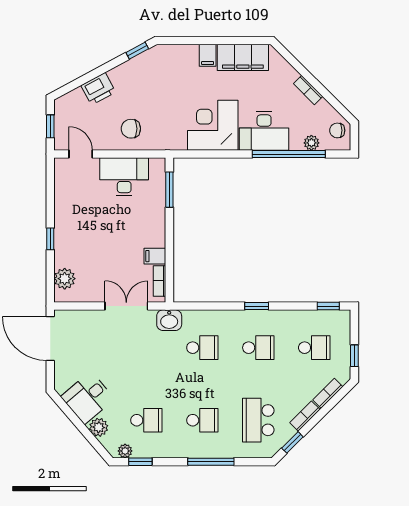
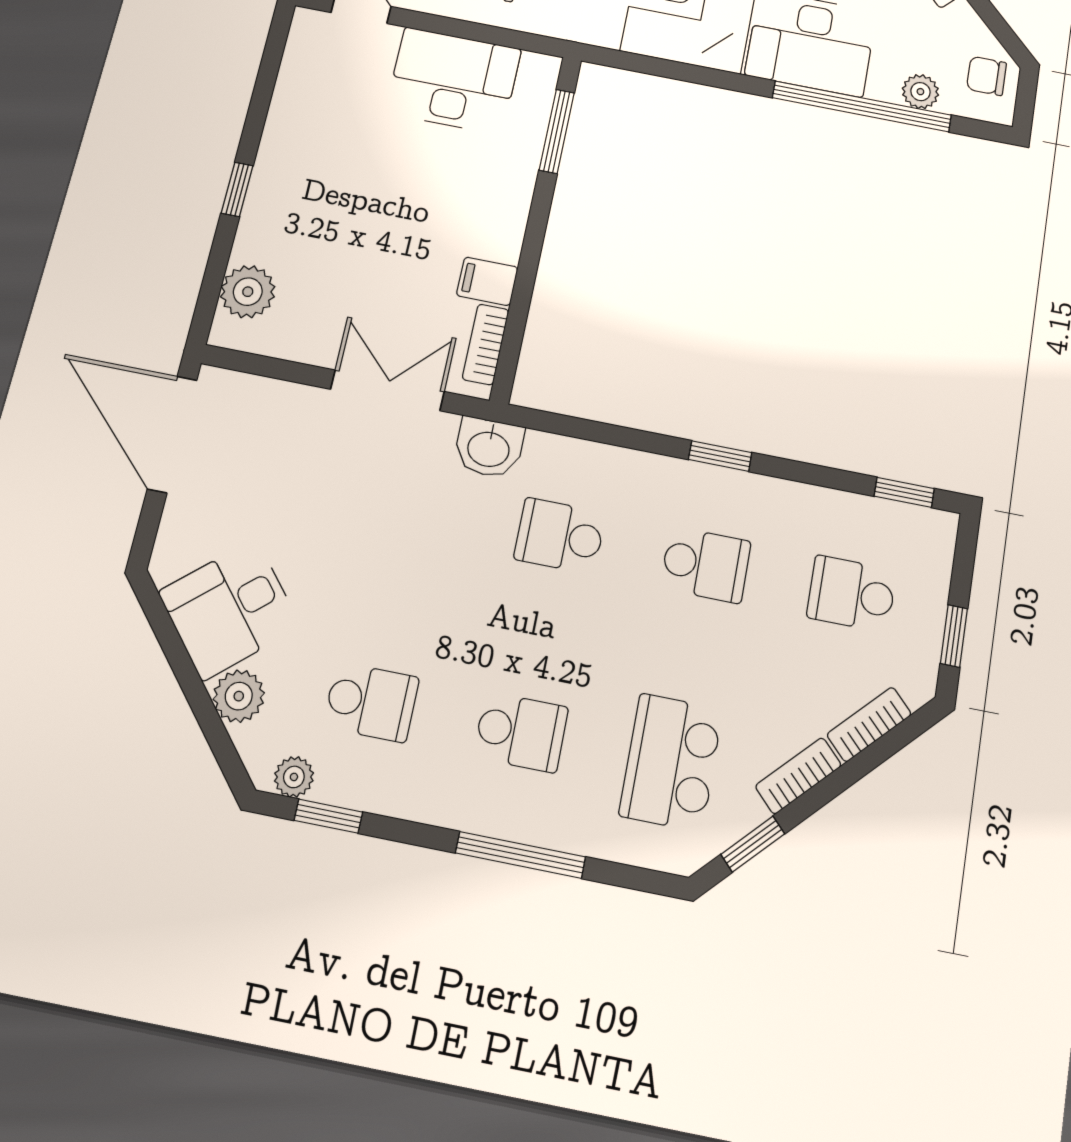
school desk: (202, 348) -> (560, 536), turned 180
school desk: (314, 348) -> (852, 594), turned 180

